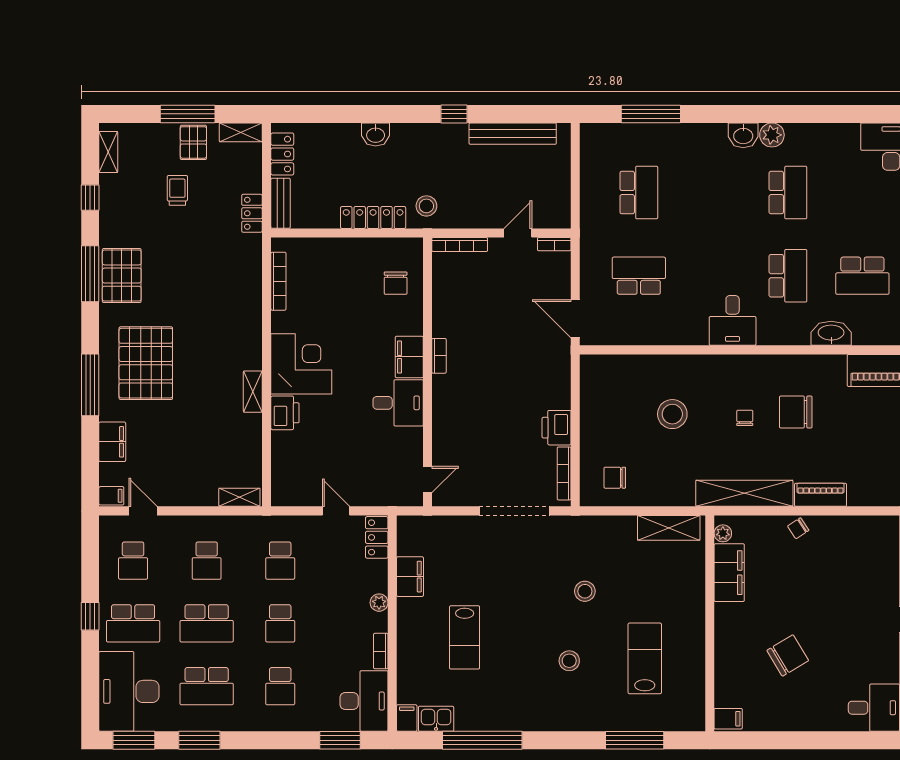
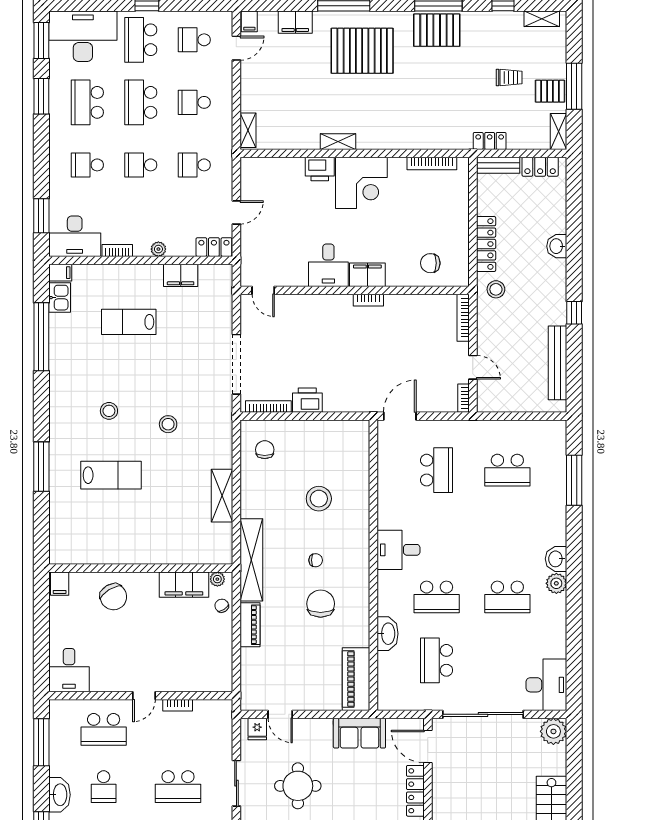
plant: (723, 533) -> (217, 579), moved
filing cabinet: (729, 573) -> (184, 585), moved
wall: (710, 623) -> (141, 568), moved
filing cabinet: (728, 719) -> (60, 584), moved

